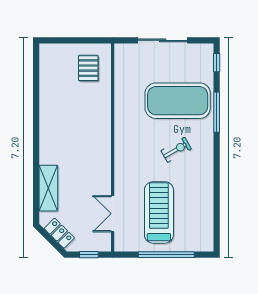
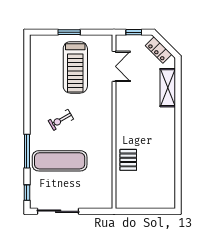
sliding door: (163, 40) -> (58, 211), moved
pallet: (88, 68) -> (128, 160), moved
exercise mat: (178, 101) -> (60, 161), width x0.68
window: (166, 255) -> (69, 32), width x0.47

